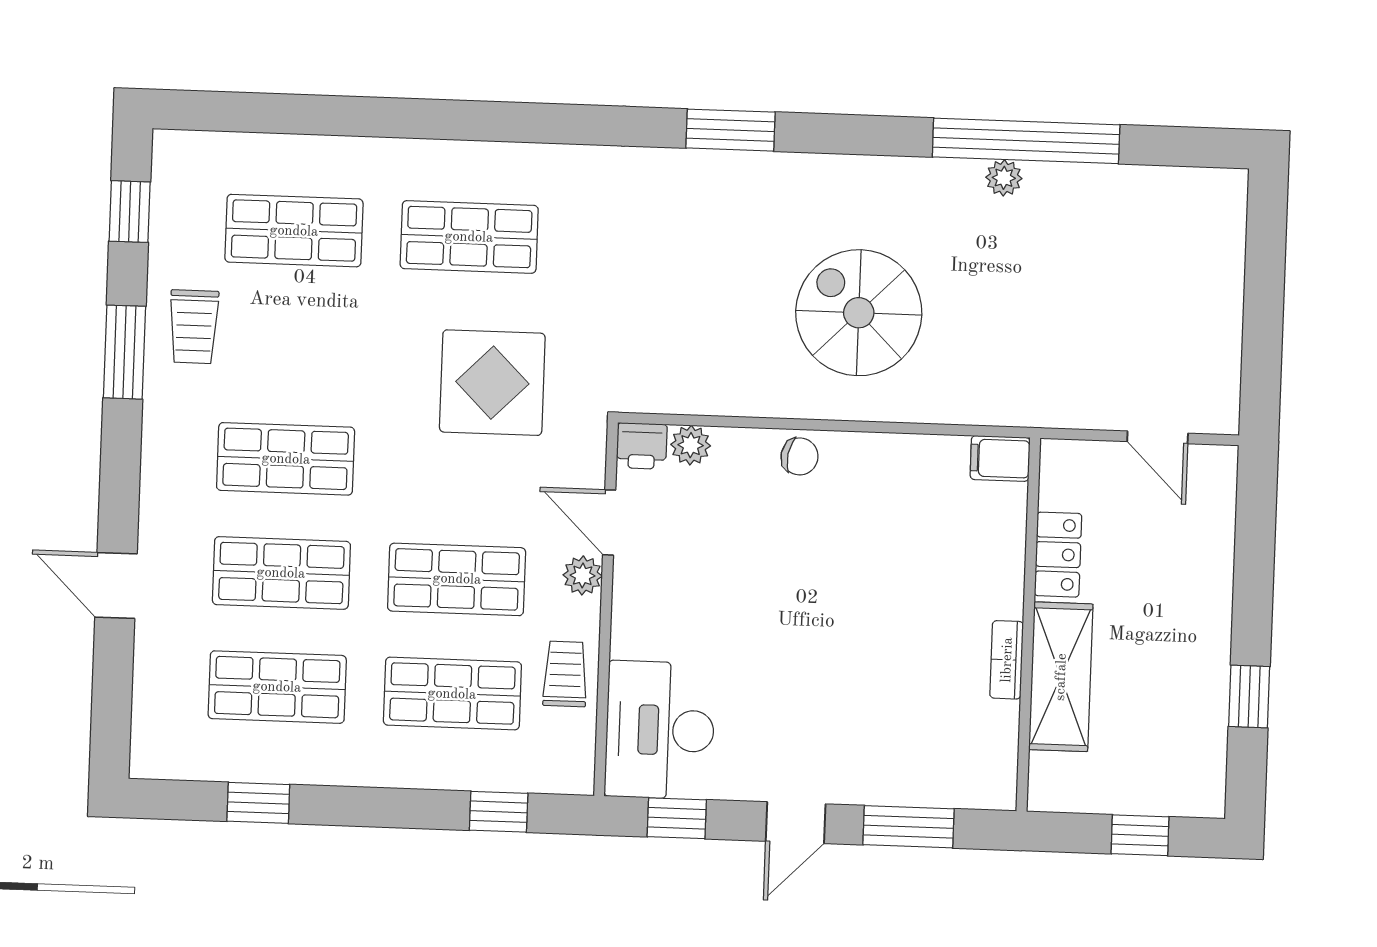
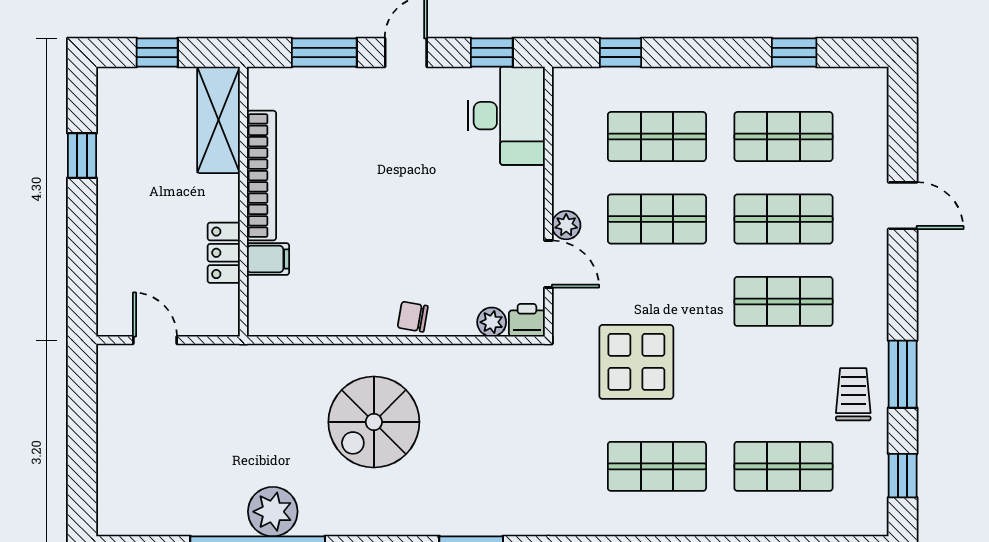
plant: (1004, 178) -> (273, 512), width x1.88, depth x1.88
spiral stairs: (859, 313) -> (374, 422), turned 90
filing cabinet: (1000, 458) -> (268, 259), moved
bookcase: (1007, 660) -> (262, 176), width x2.31, depth x1.31
trolley: (565, 674) -> (576, 154), removed
shelving: (1061, 677) -> (218, 120), moved

